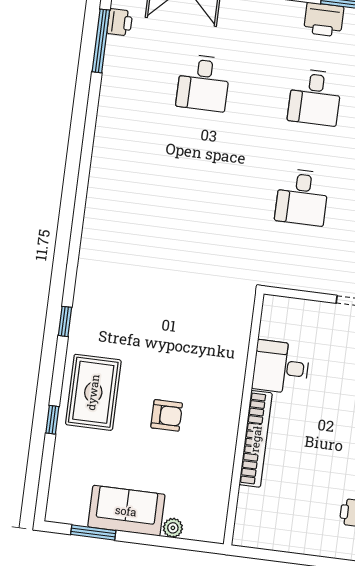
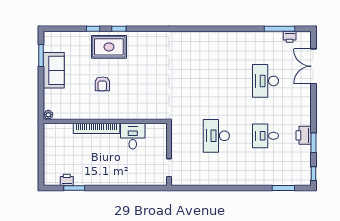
desk: (203, 83) -> (265, 81), width x1.37
desk: (302, 197) -> (216, 136), width x1.37
window: (65, 321) -> (119, 29), moved
plant: (173, 528) -> (48, 115), moved

